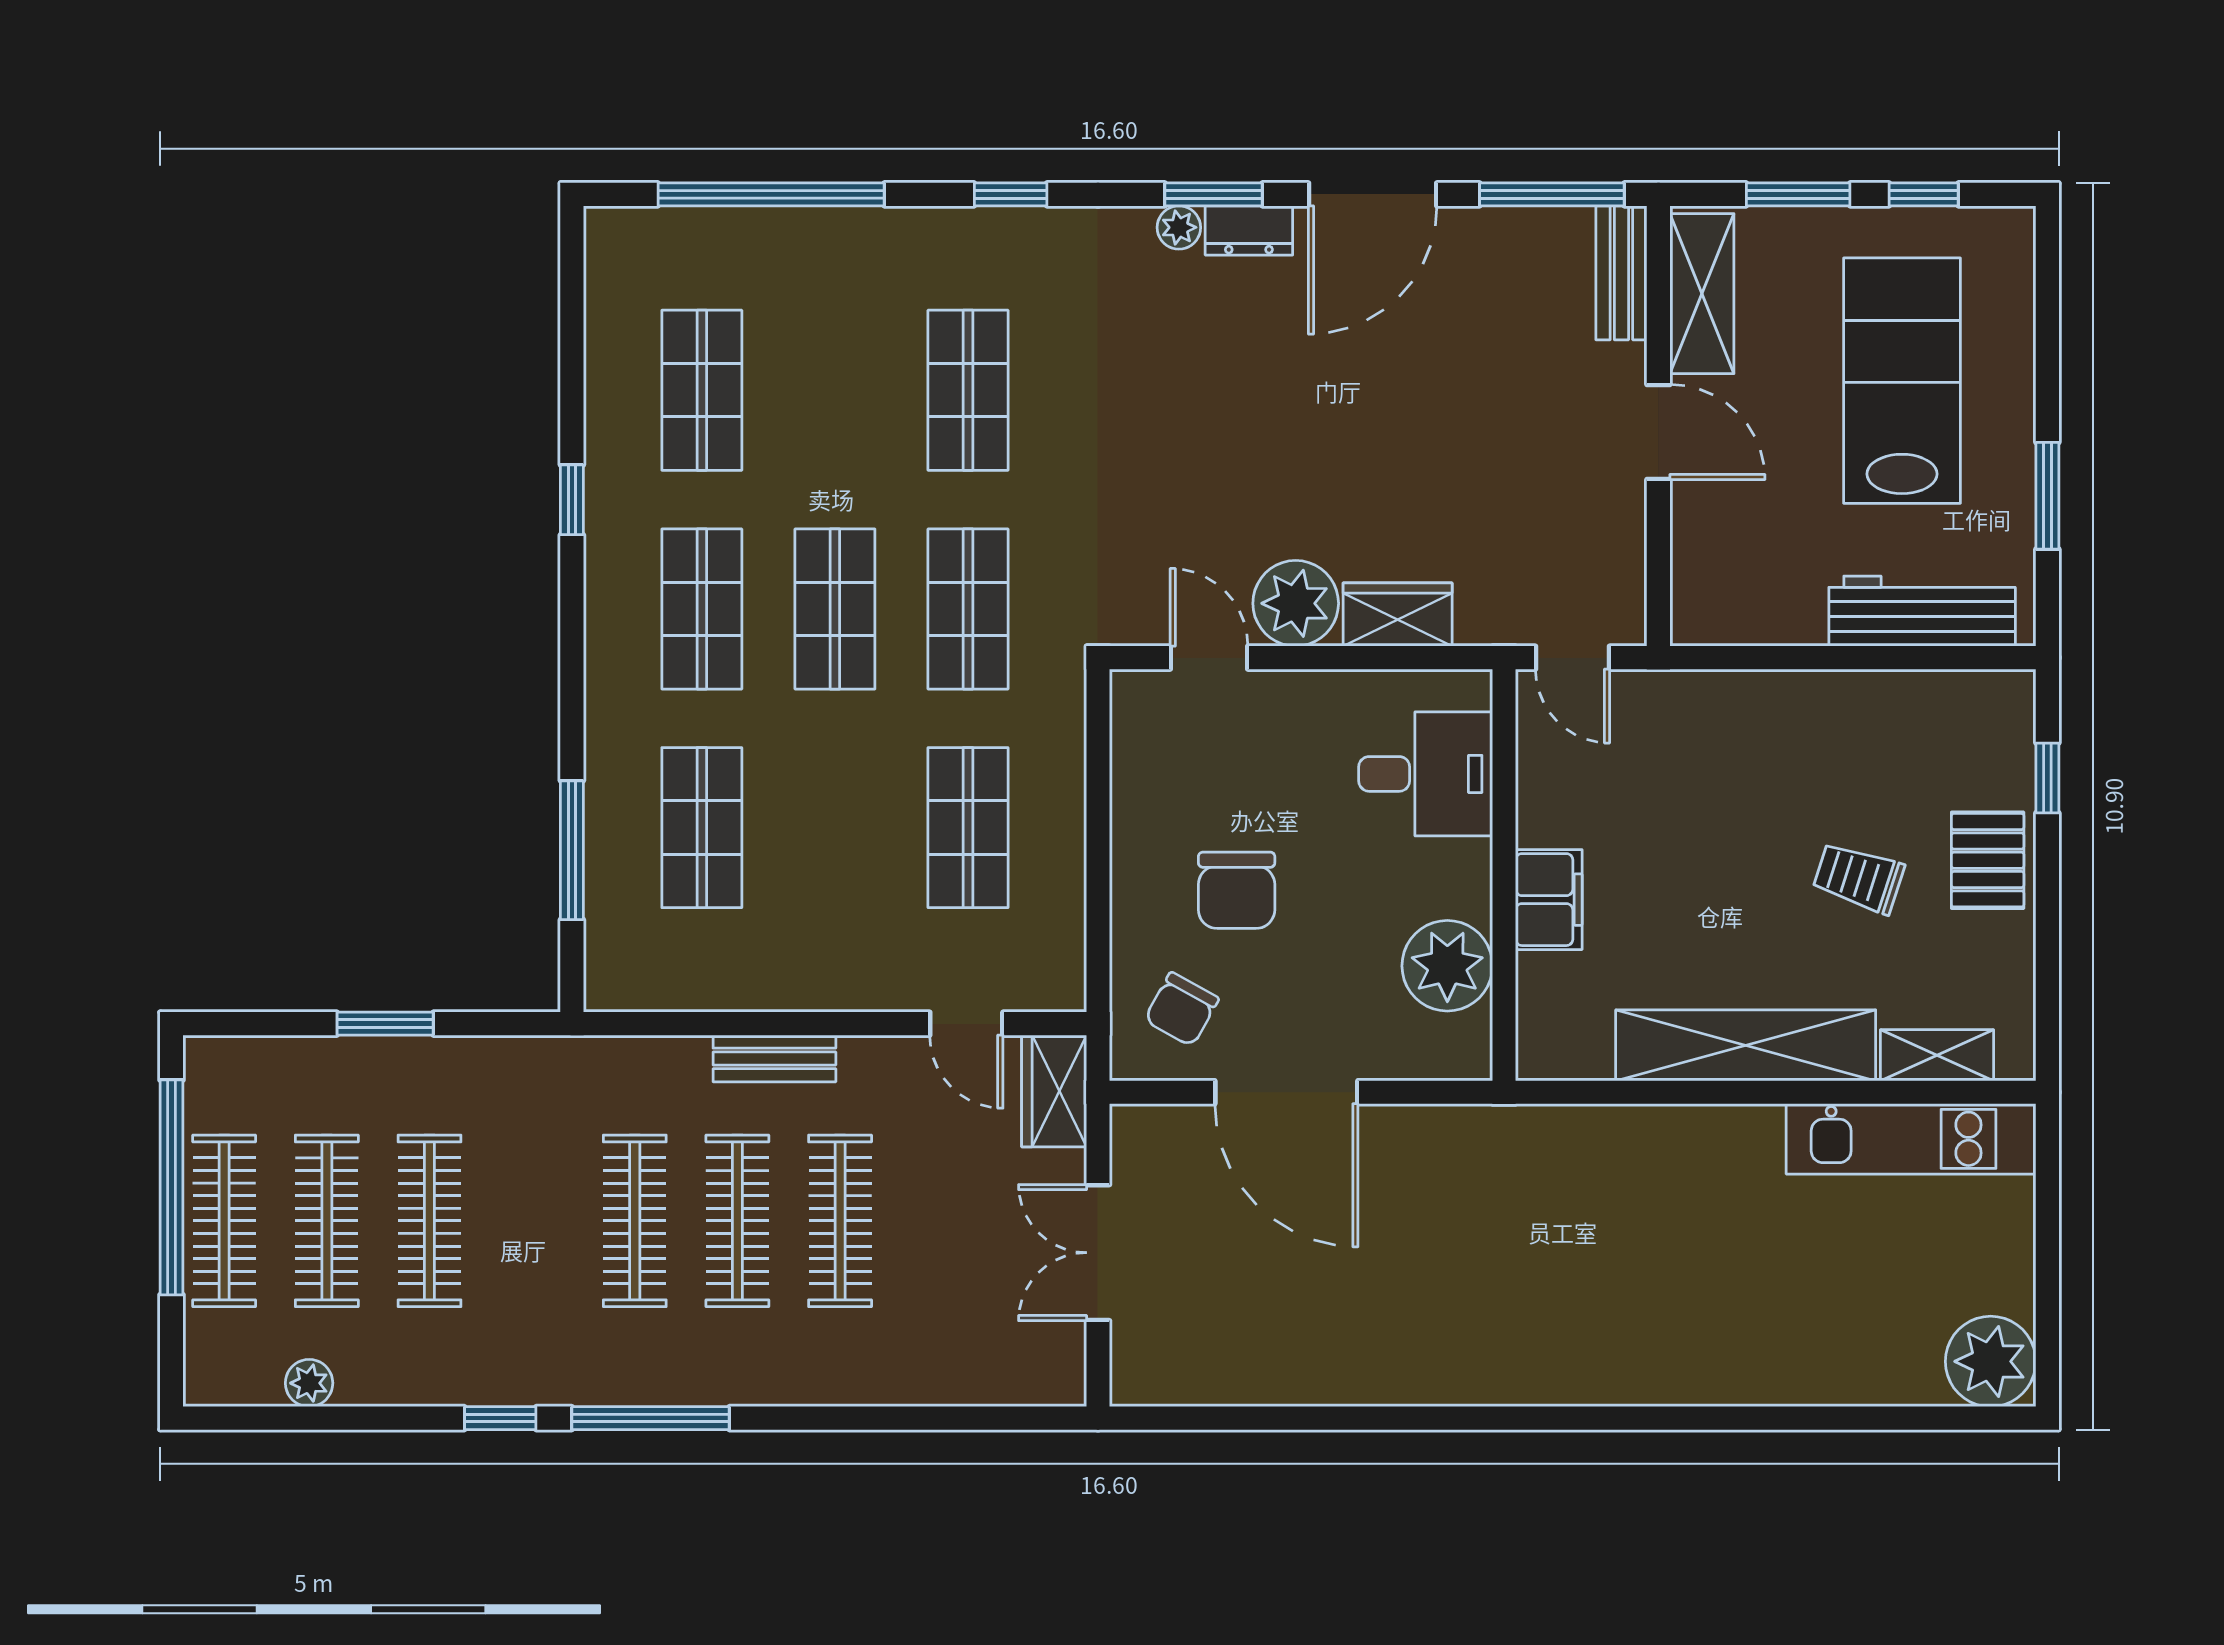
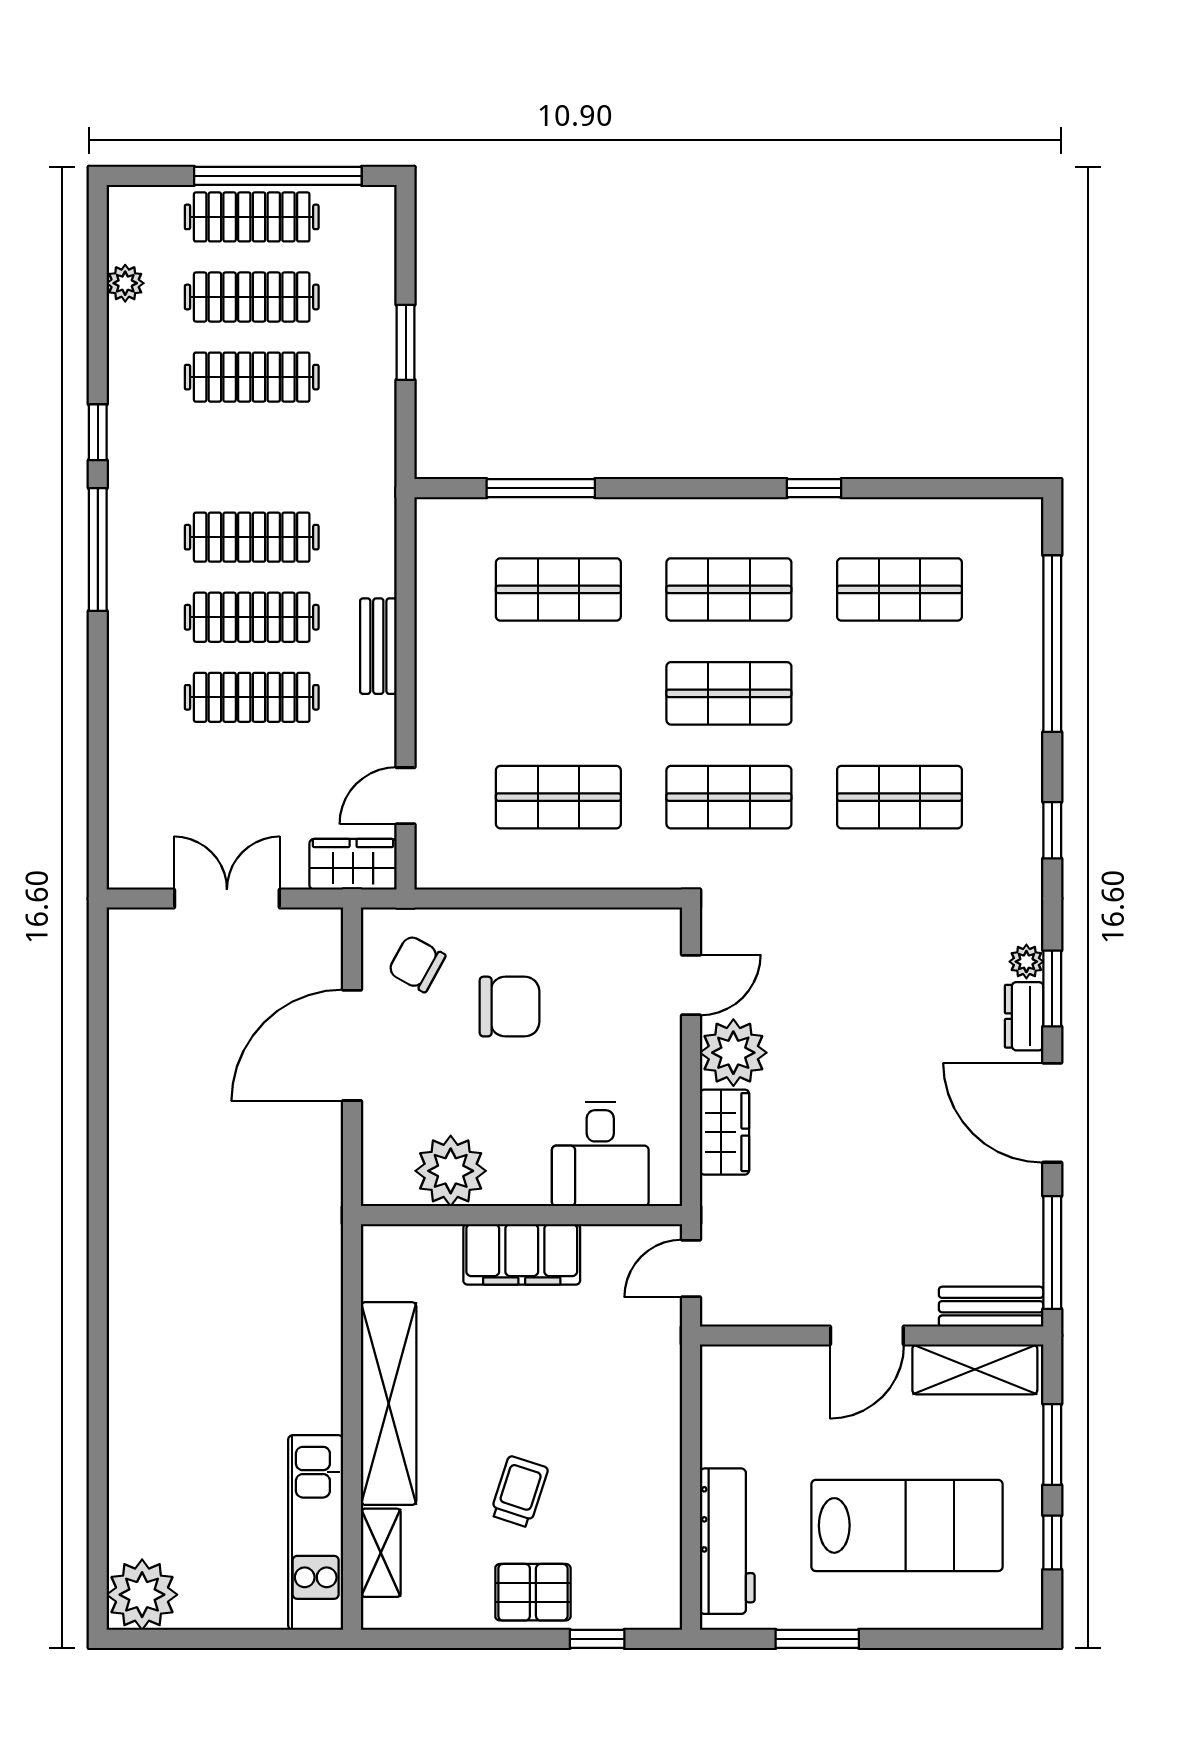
chair: (1237, 890) -> (510, 1007), turned 180
filing cabinet: (1549, 900) -> (522, 1254), width x1.50, depth x1.17

